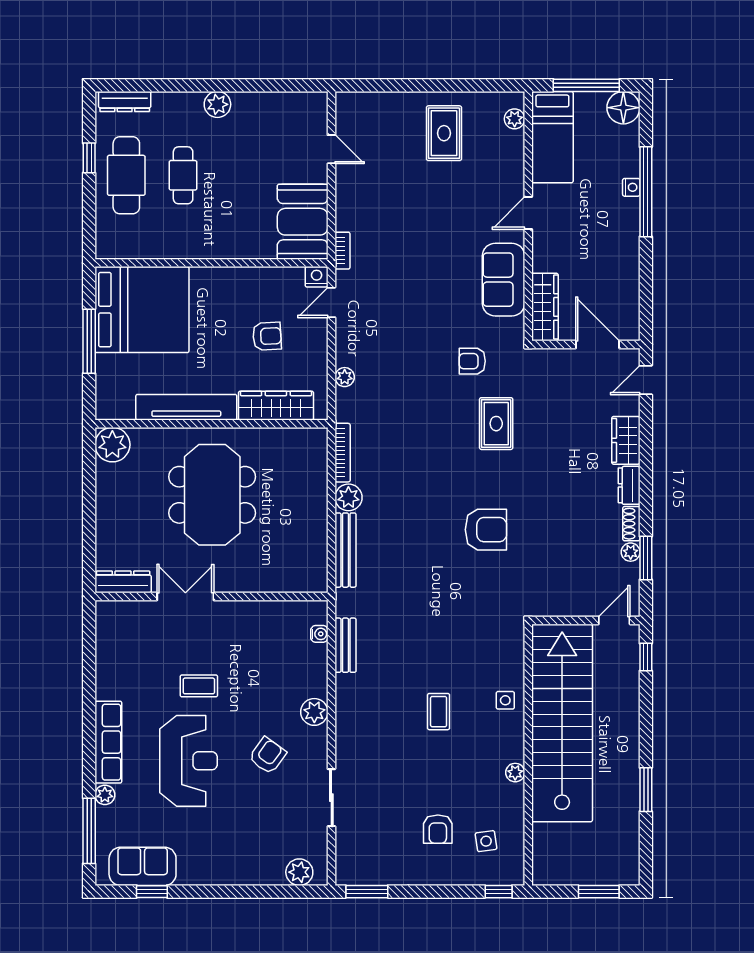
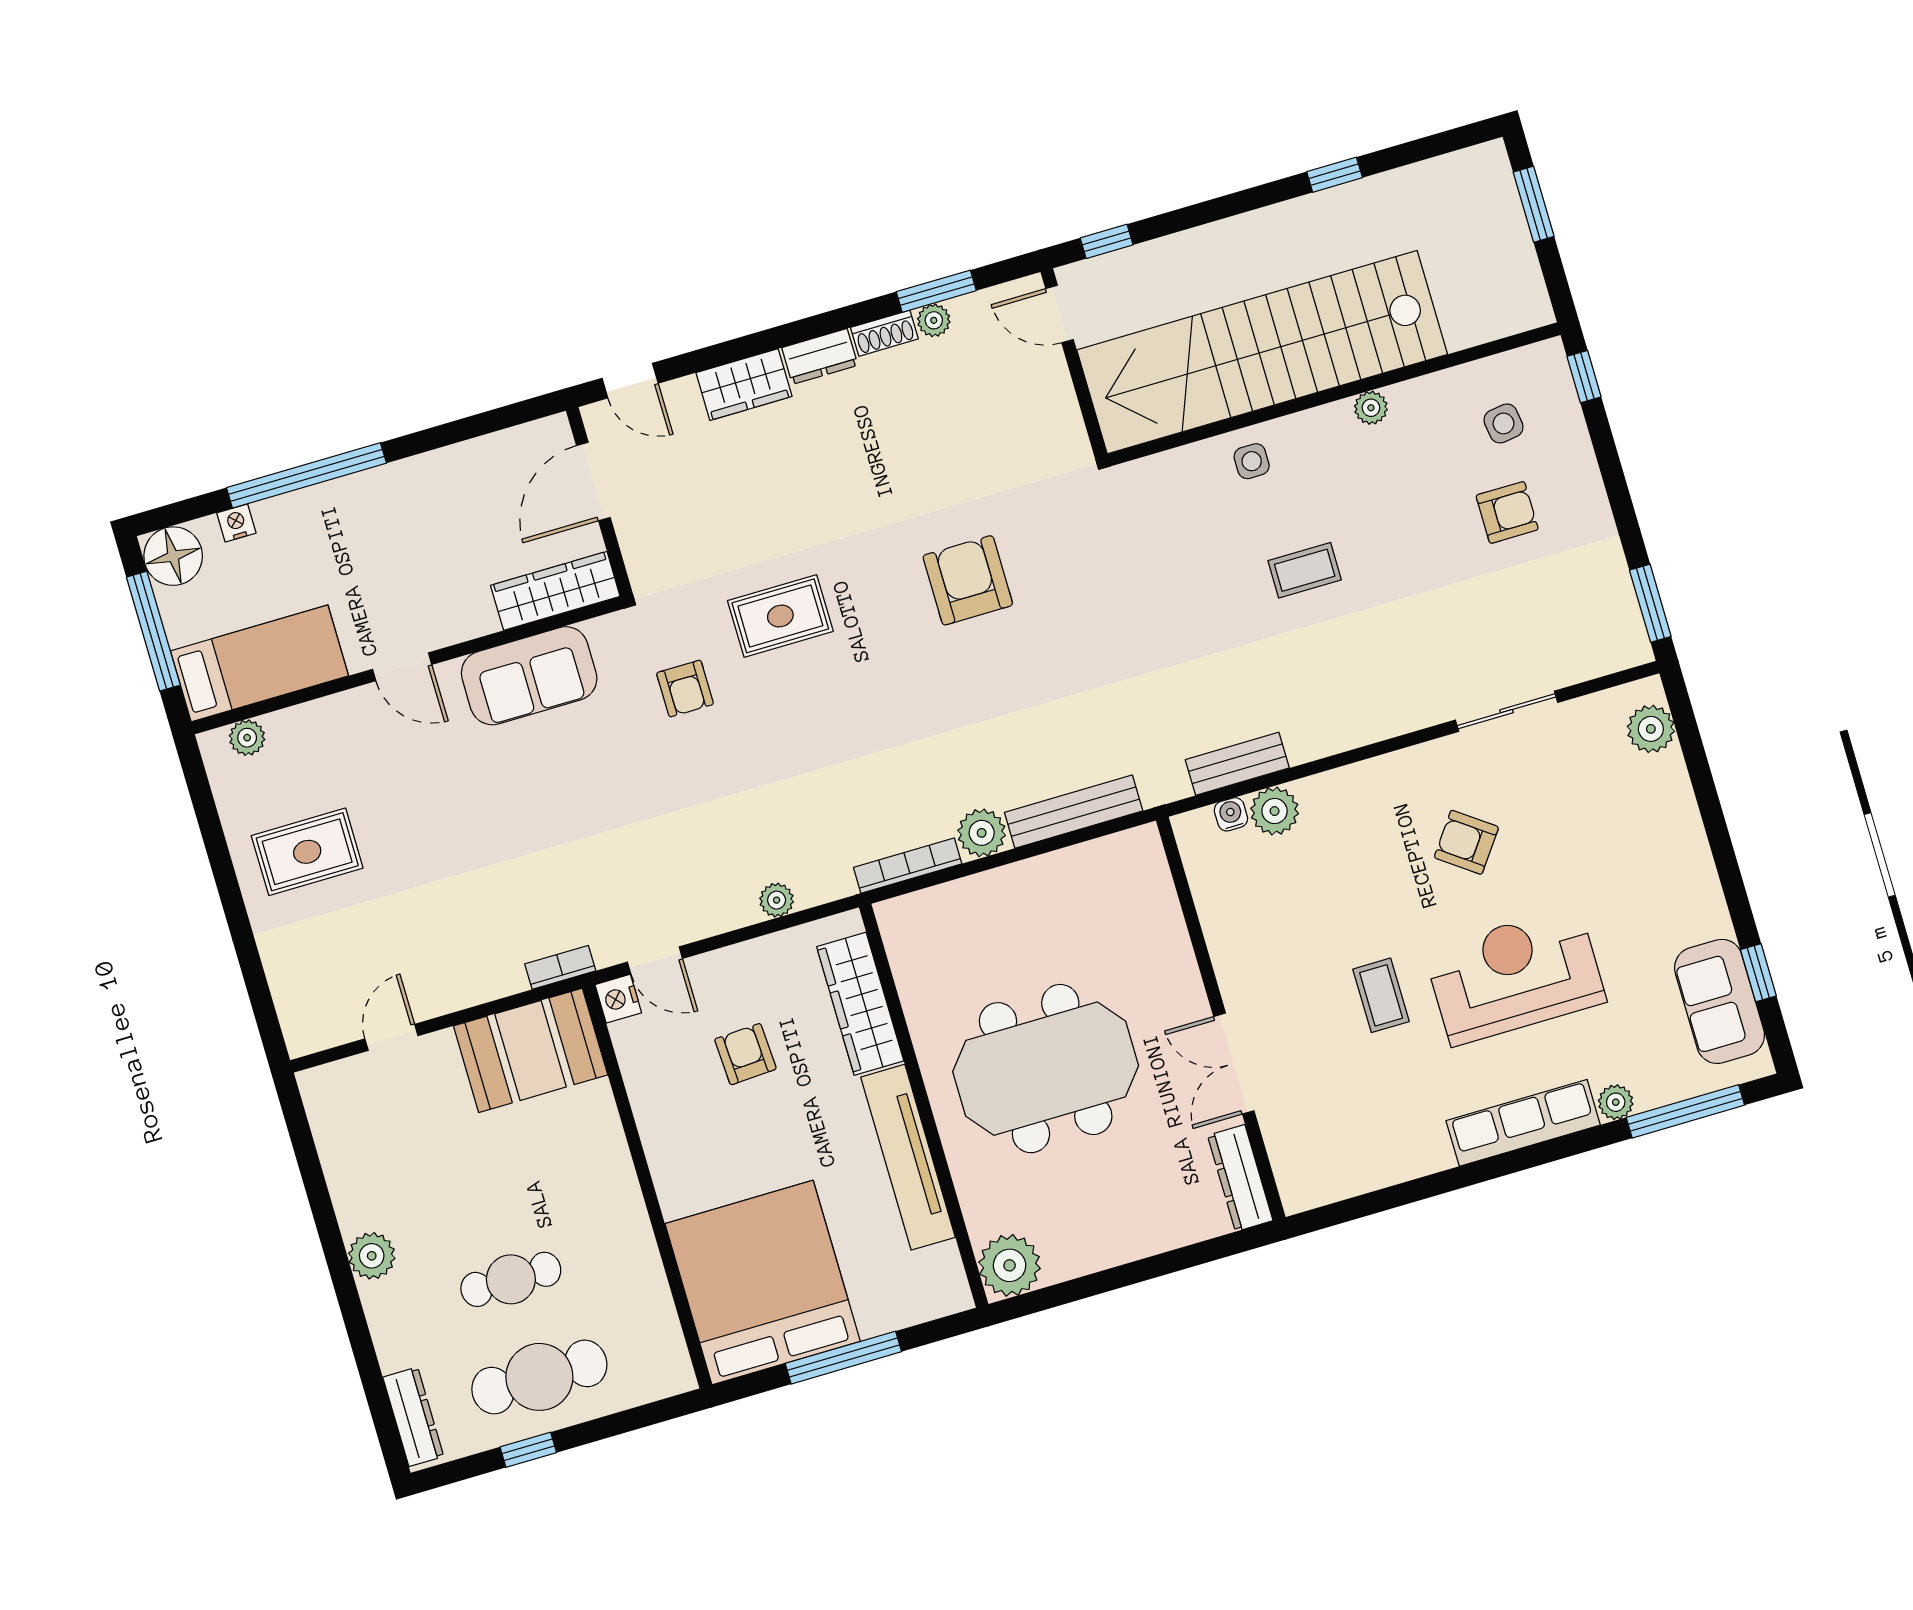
nightstand: (631, 187) -> (236, 523), moved
plant: (314, 712) -> (1275, 811), moved
window: (646, 790) -> (1335, 175), width x0.67

